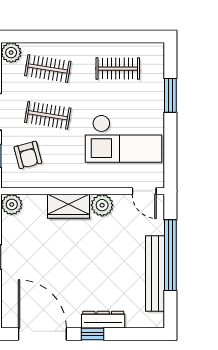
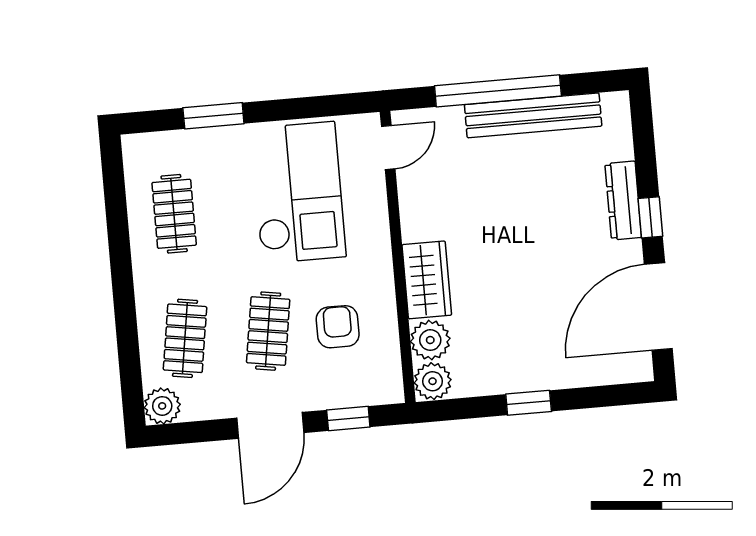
armchair: (28, 155) -> (338, 327), moved, turned -75
plant: (102, 205) -> (430, 340), moved

